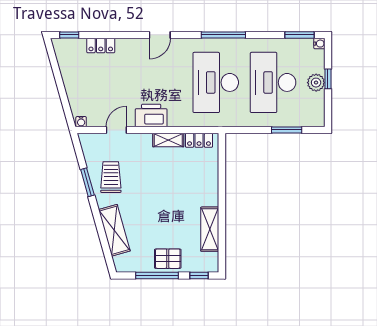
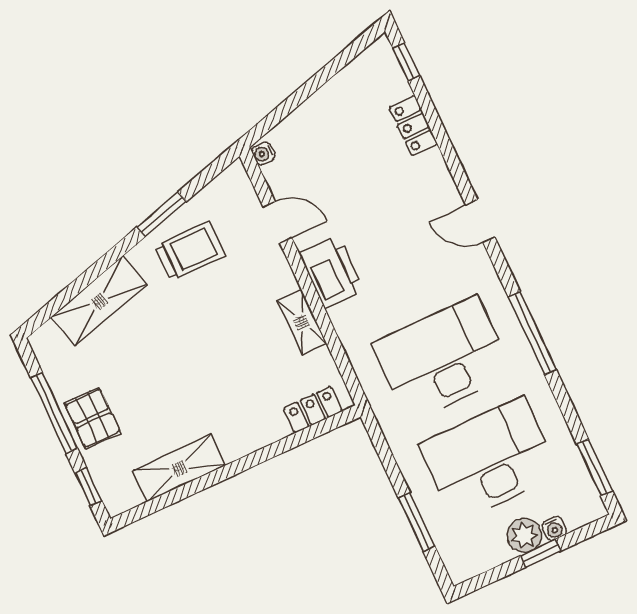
water cooler: (319, 44) -> (554, 529), moved
locker: (199, 140) -> (313, 410), moved, turned 90

